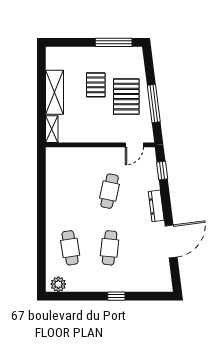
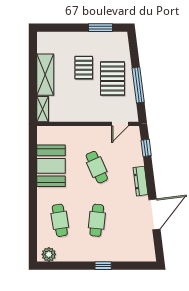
window: (114, 42) -> (101, 28), width x0.69
booth: (61, 190) -> (51, 166), added
cafe table: (110, 191) -> (97, 167), turned -36

